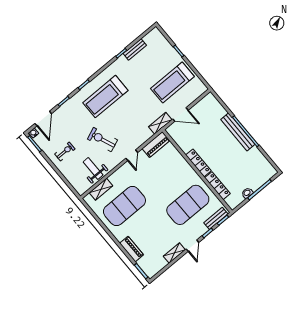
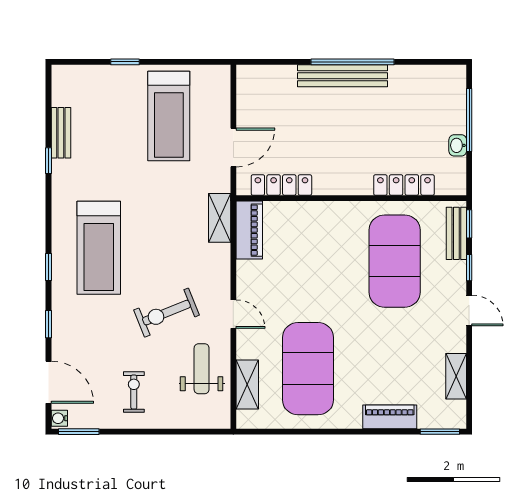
shelving: (160, 123) -> (220, 218), moved
door: (132, 155) -> (233, 314), moved
locker: (198, 163) -> (281, 185), moved
weight bench: (93, 168) -> (202, 369), turned 90
shelving: (174, 253) -> (456, 376), moved

